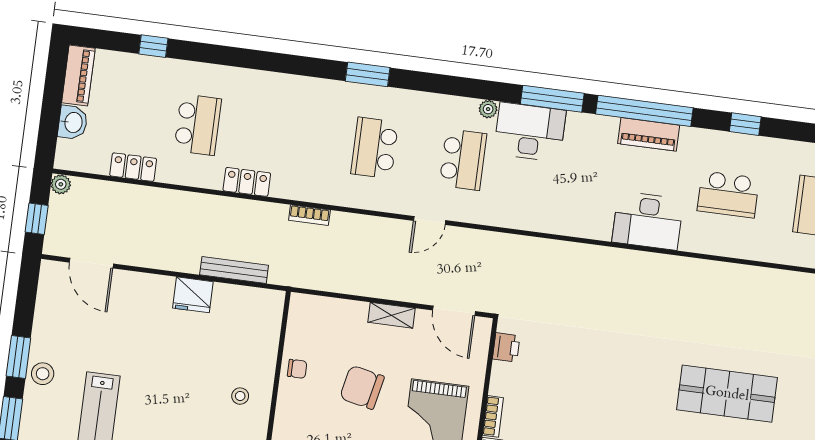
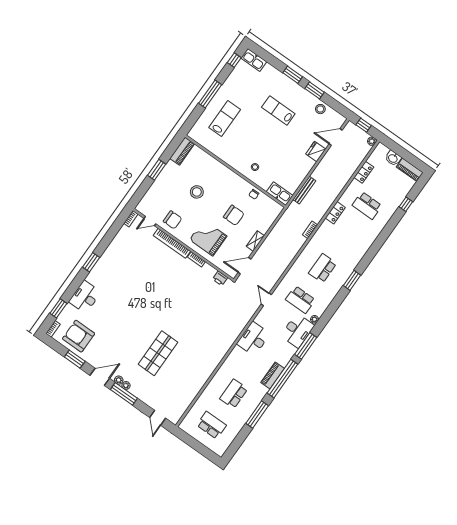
window: (745, 124) -> (257, 414), width x2.17
school desk: (375, 148) -> (323, 268), turned -90
door: (430, 220) -> (266, 299), moved
desk: (648, 221) -> (253, 339), moved
fridge: (193, 295) -> (316, 152), moved
kitchen sink: (268, 317) -> (280, 194), added
stool: (43, 374) -> (320, 109), moved
chair: (362, 387) -> (234, 215), turned 78

